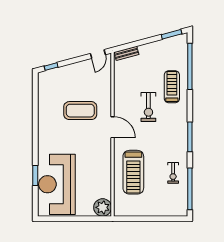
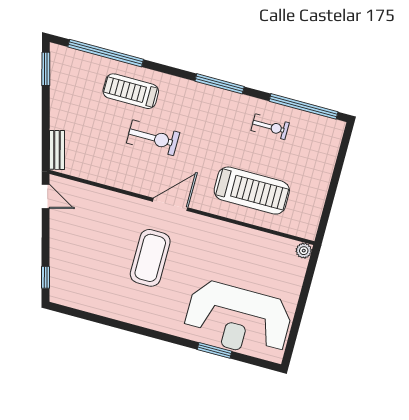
coffee table: (80, 111) -> (150, 258), moved
plant: (103, 207) -> (304, 251), width x0.53, depth x0.53

